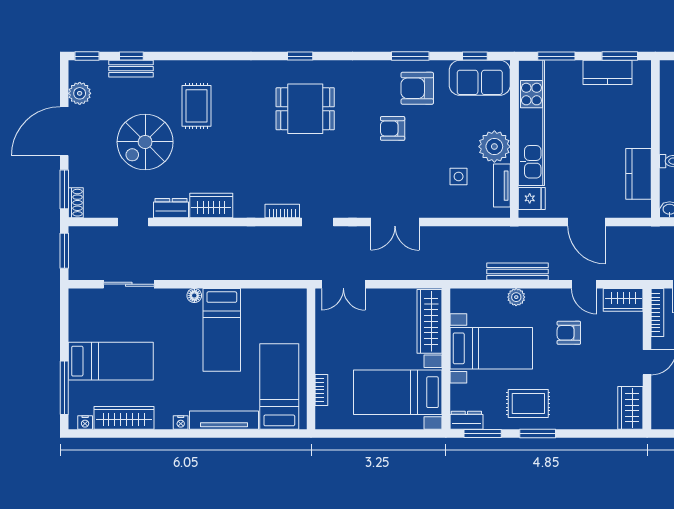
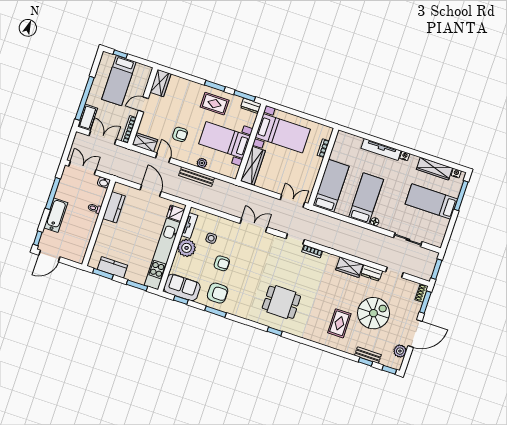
armchair: (393, 128) -> (222, 263), moved
bed: (279, 386) -> (331, 186), moved, turned 180

